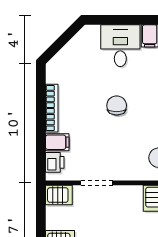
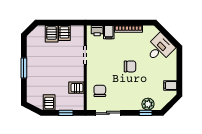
desk: (120, 46) -> (160, 48), moved, turned -45
server rack: (59, 195) -> (64, 33), moved

